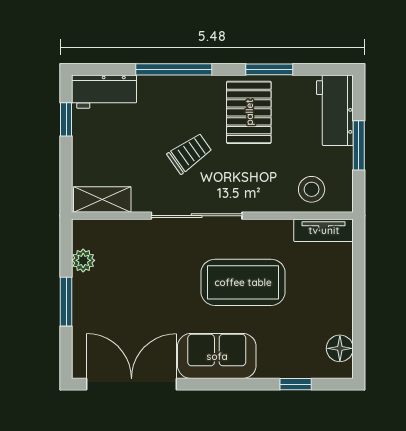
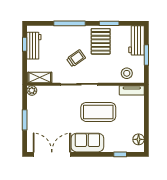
workbench: (104, 92) -> (34, 46), moved, turned -90
plant: (83, 260) -> (32, 90), moved

